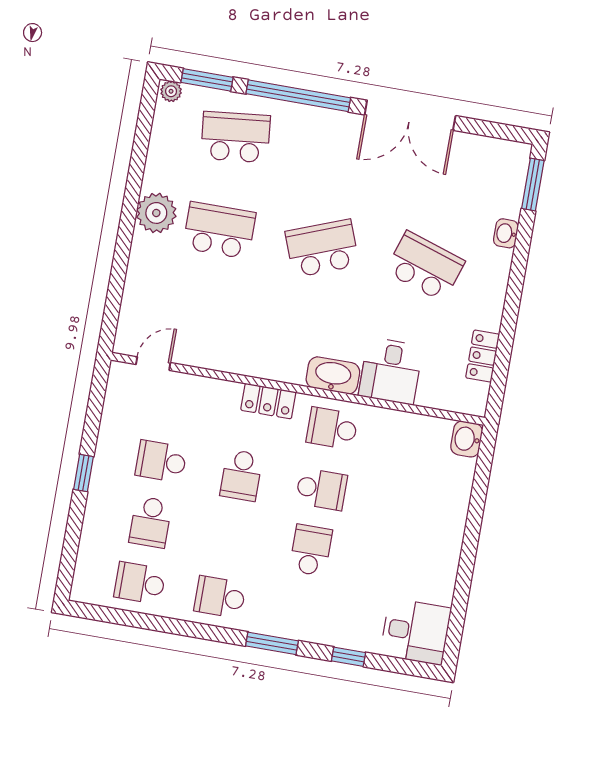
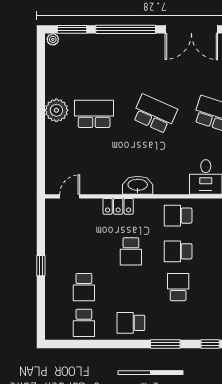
school desk: (236, 137) -> (94, 59), removed
school desk: (322, 248) -> (155, 114), turned 45
washbasin: (333, 375) -> (138, 185), moved
locker: (268, 401) -> (118, 206), moved
school desk: (161, 461) -> (84, 251), removed
school desk: (321, 489) -> (178, 251), turned 180
school desk: (140, 583) -> (84, 323), turned -90

